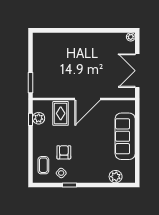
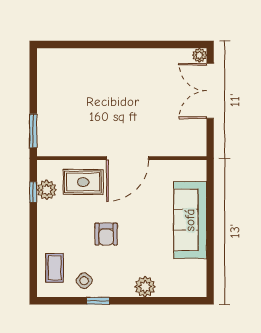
double door: (137, 71) -> (210, 91), moved
rug: (61, 113) -> (83, 182), turned 90
armchair: (64, 152) -> (106, 234), moved, turned 180
plant: (116, 177) -> (145, 287), moved

